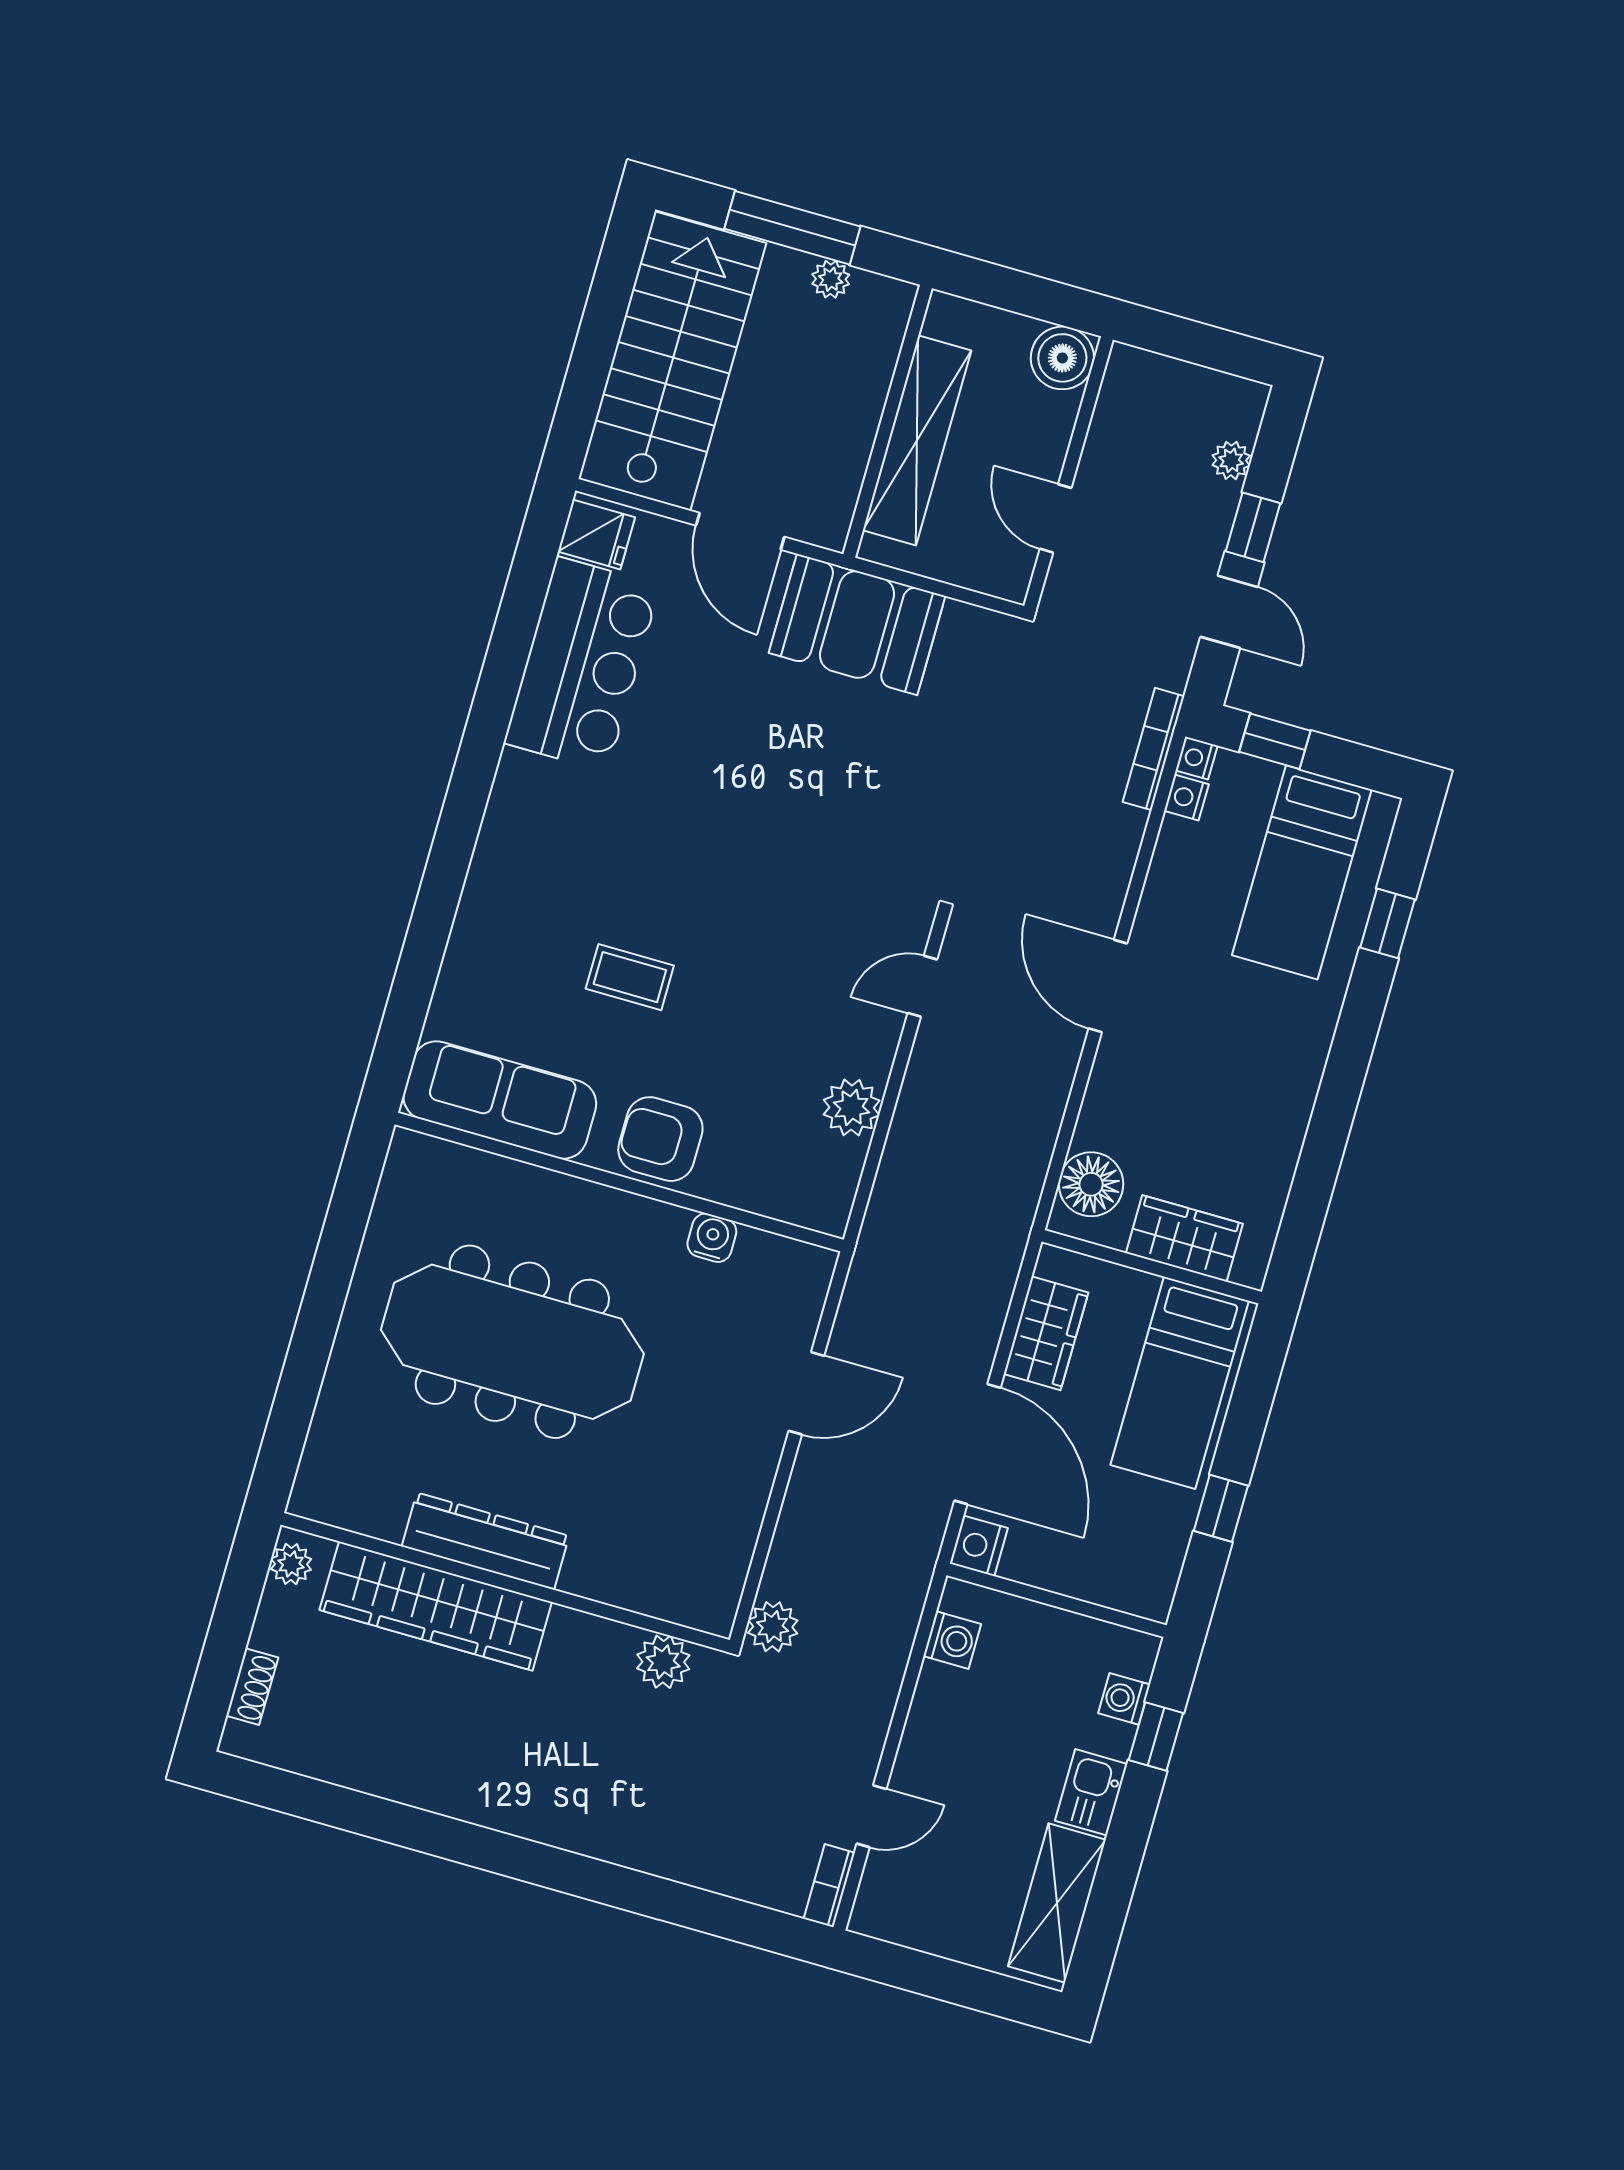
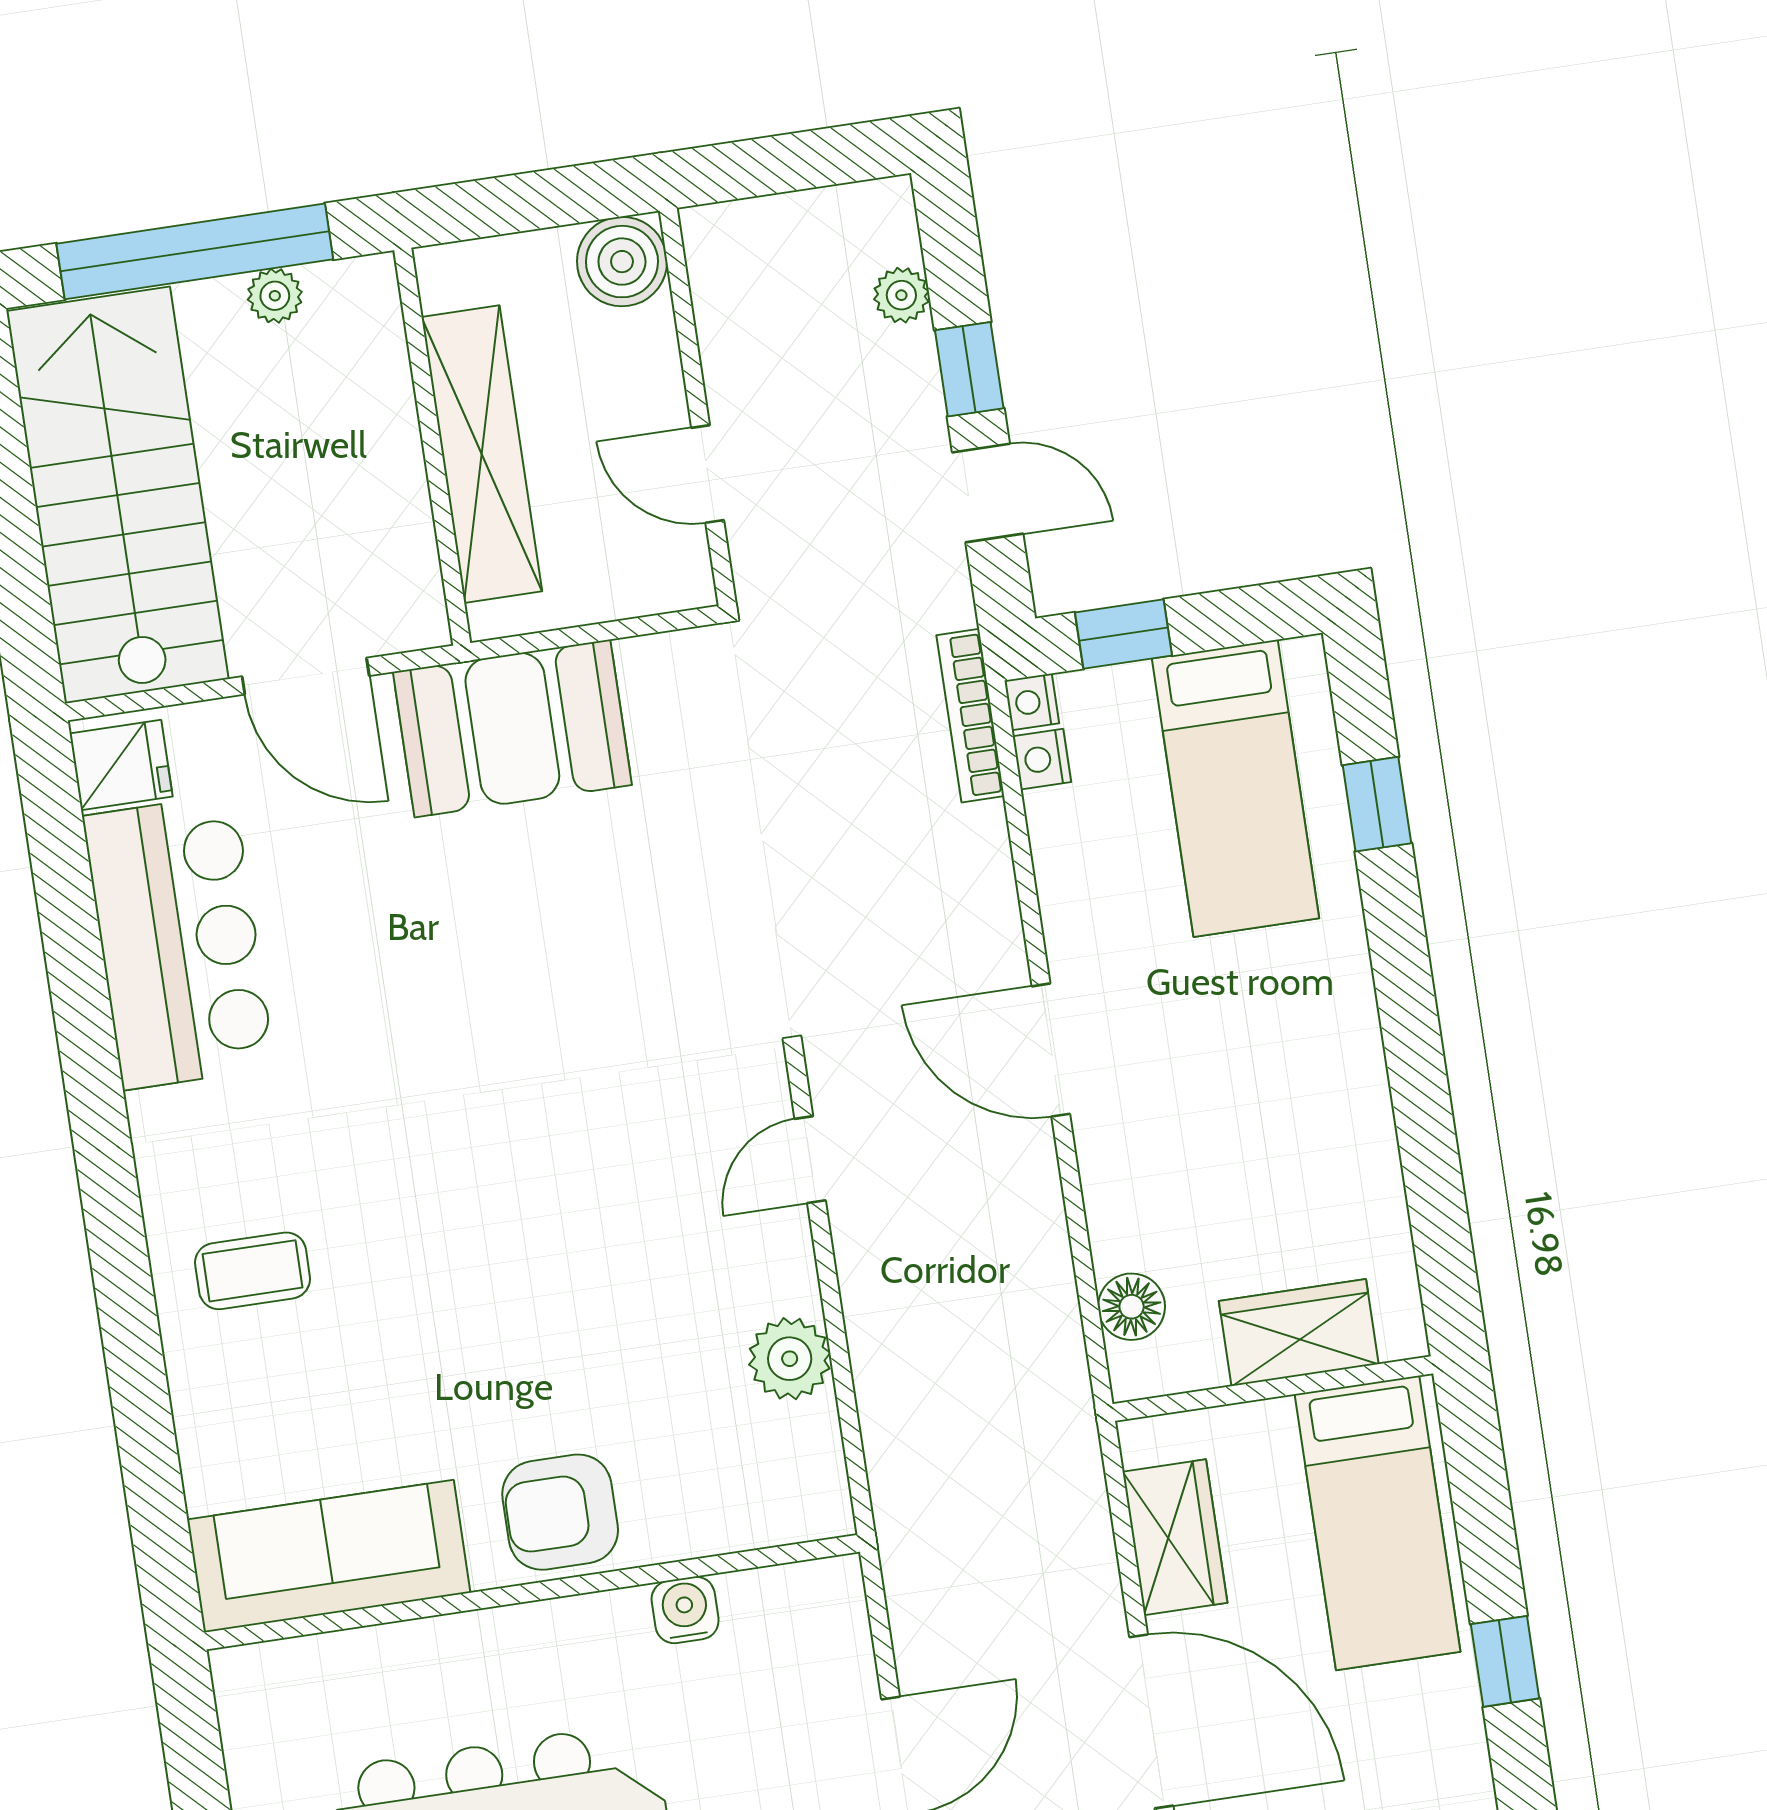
window: (792, 228) -> (195, 251), width x1.46
coffee table: (630, 977) -> (253, 1271), moved
floor lamp: (1091, 1184) -> (1132, 1307), width x0.73, depth x0.73

